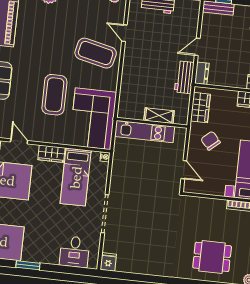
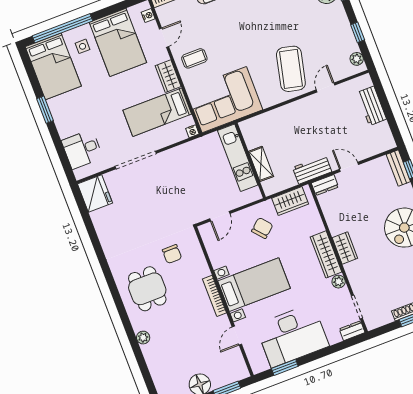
coffee table: (54, 95) -> (194, 58), moved, width x0.54, depth x0.58
chair: (194, 223) -> (172, 254), added
fridge: (108, 262) -> (95, 194), width x1.88, depth x1.34

